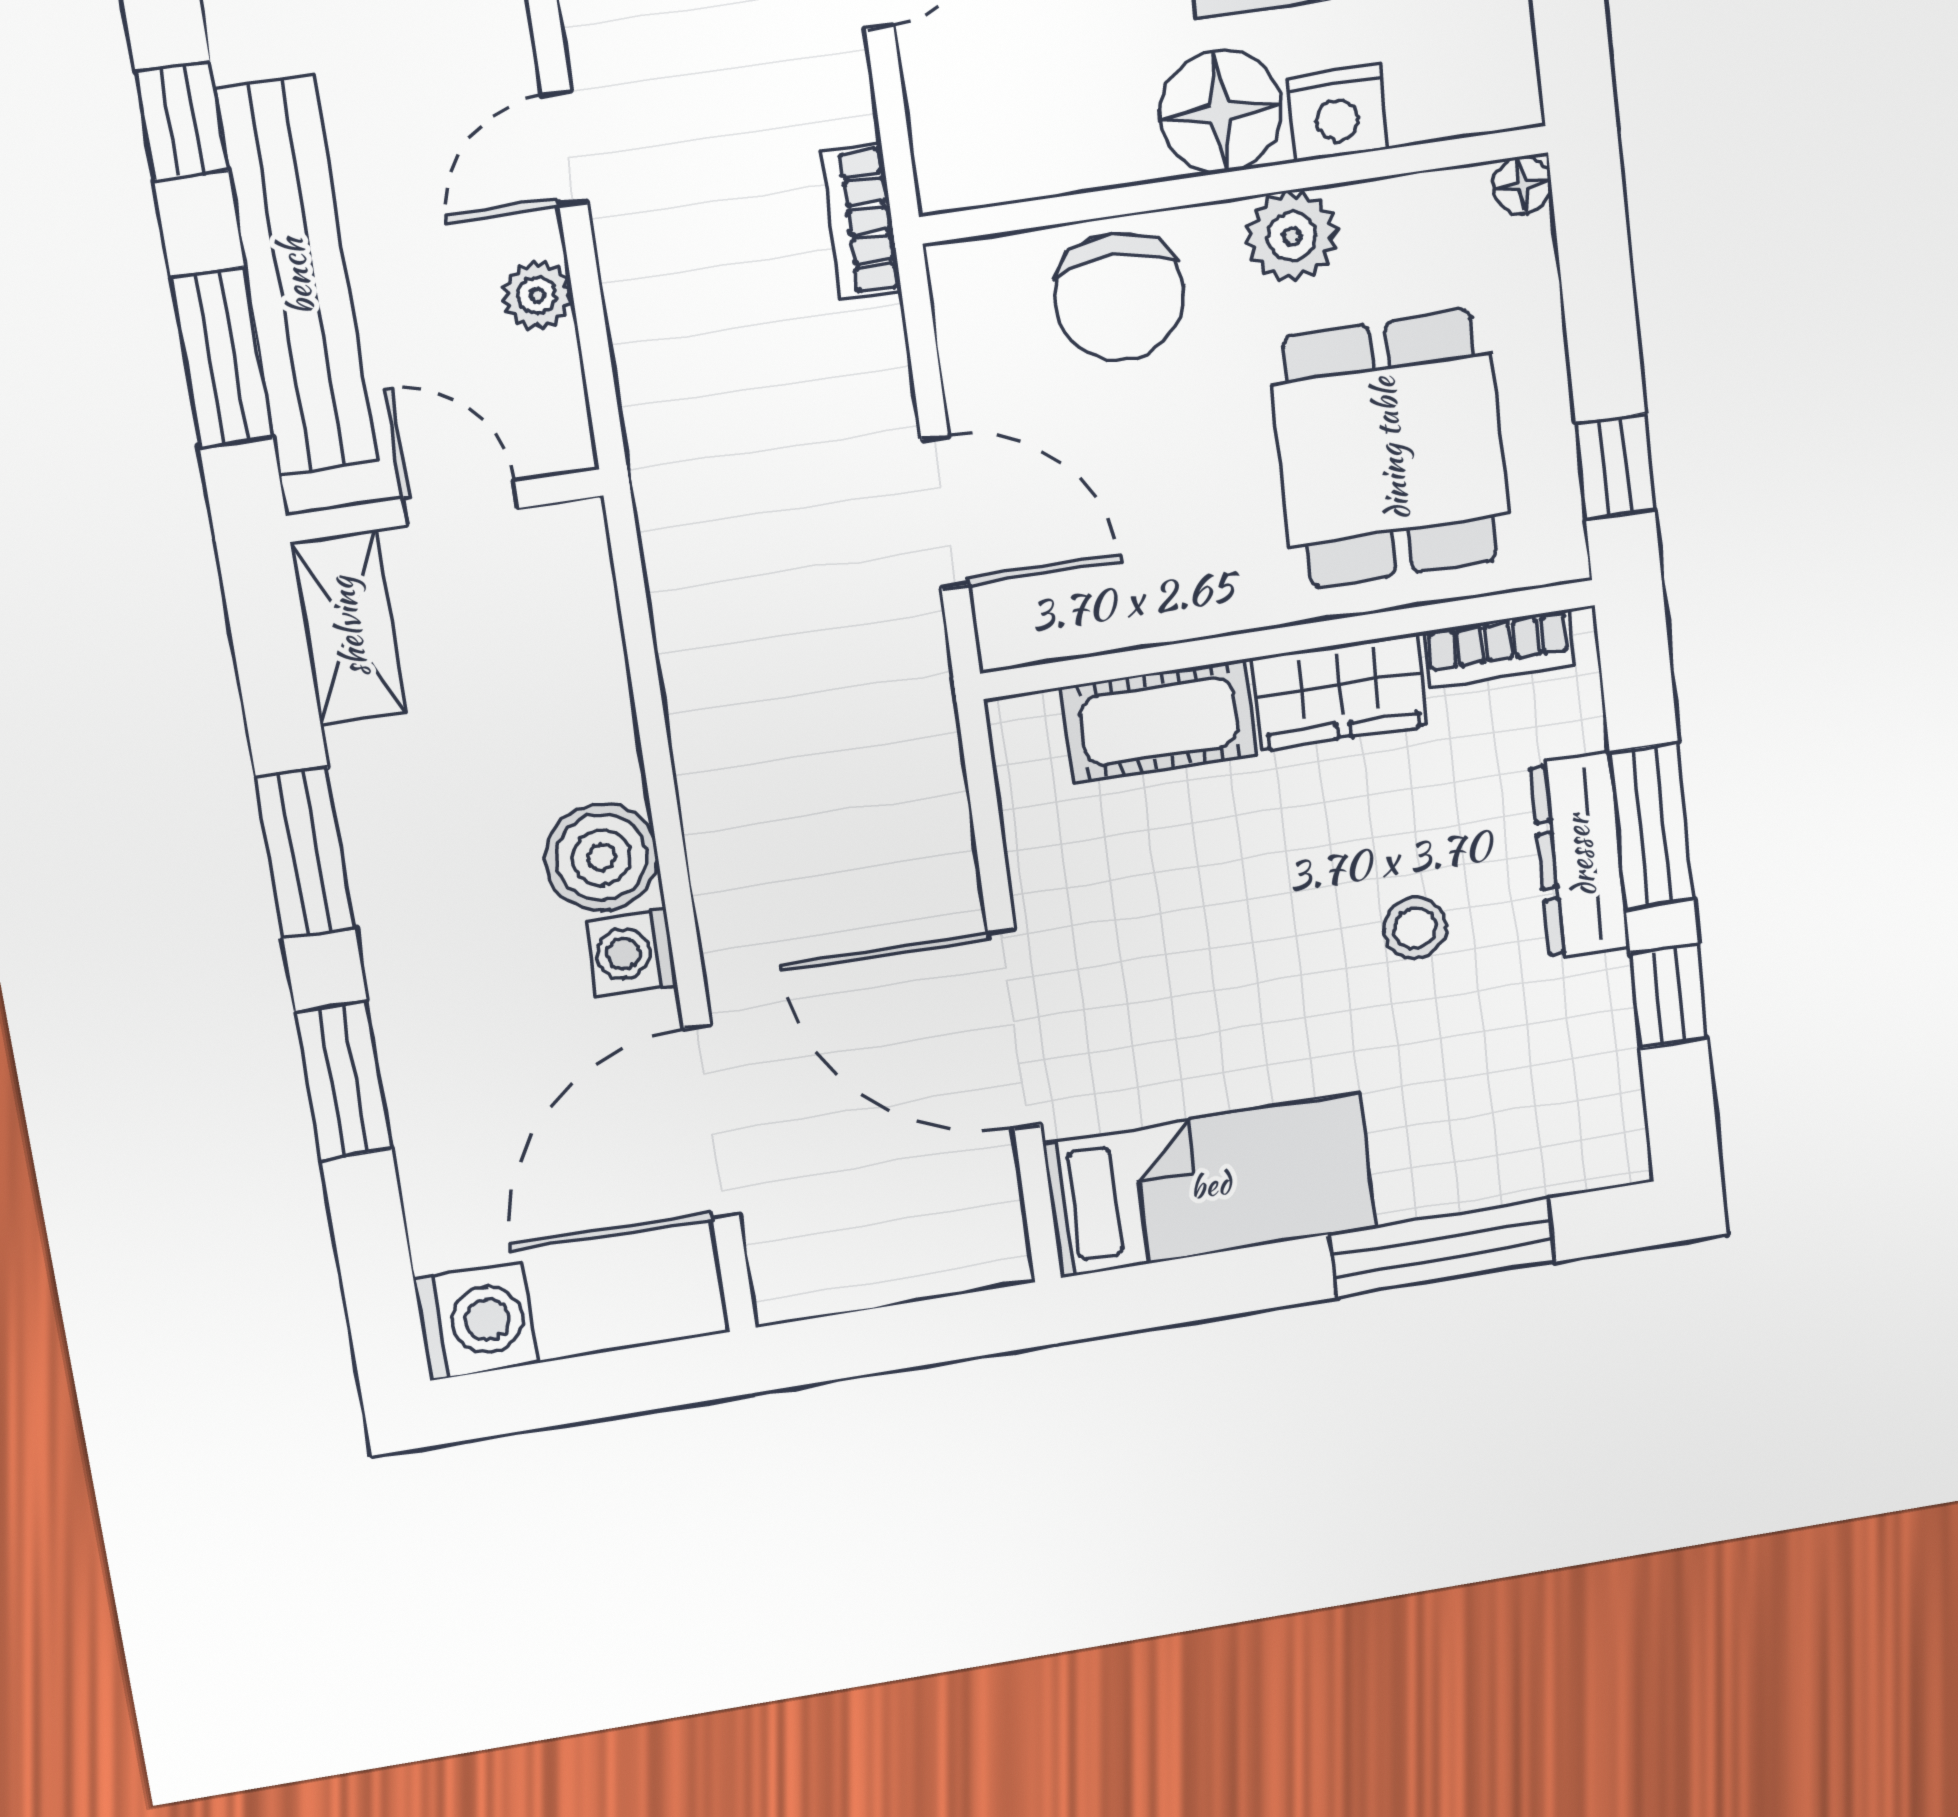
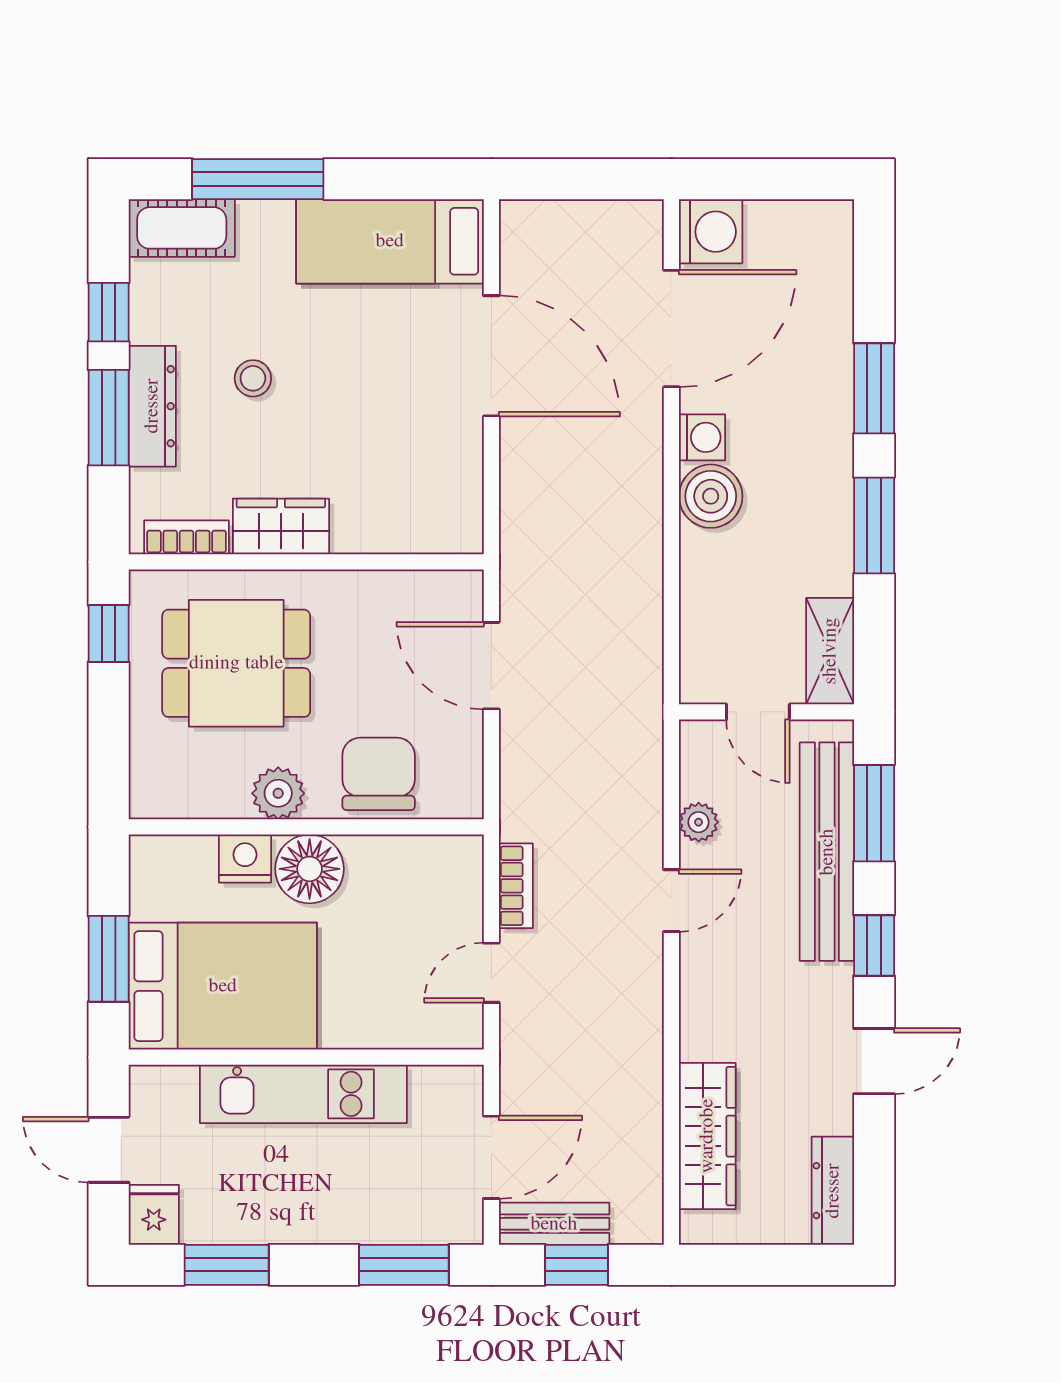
floor lamp: (1523, 185) -> (145, 803), removed
bookcase: (861, 222) -> (516, 886), moved
dining table: (1390, 449) -> (236, 663), turned 90
cot: (1159, 721) -> (182, 228), moved
washing machine: (476, 1322) -> (711, 232), moved, turned 180

